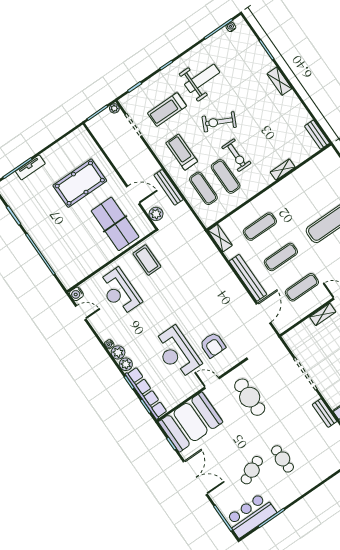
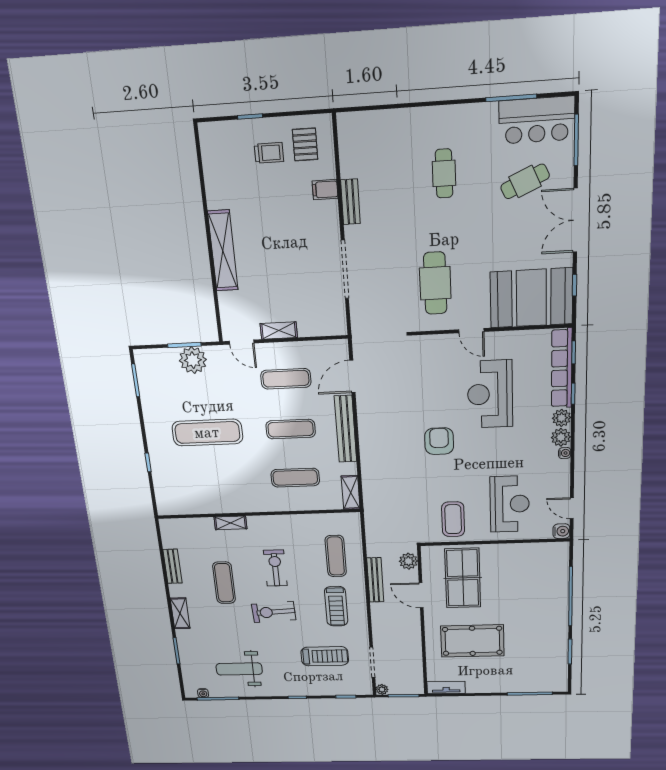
weight bench: (202, 78) -> (239, 669), moved
exercise bike: (219, 122) -> (274, 612), turned 151
bench: (317, 135) -> (173, 566), moved
tv unit: (30, 167) -> (446, 687), moved
exercise mat: (226, 176) -> (224, 583), moved
armchair: (213, 345) -> (439, 441), moved
reception desk: (177, 353) -> (490, 394), turned 180
cafe table: (252, 470) -> (525, 181), moved

